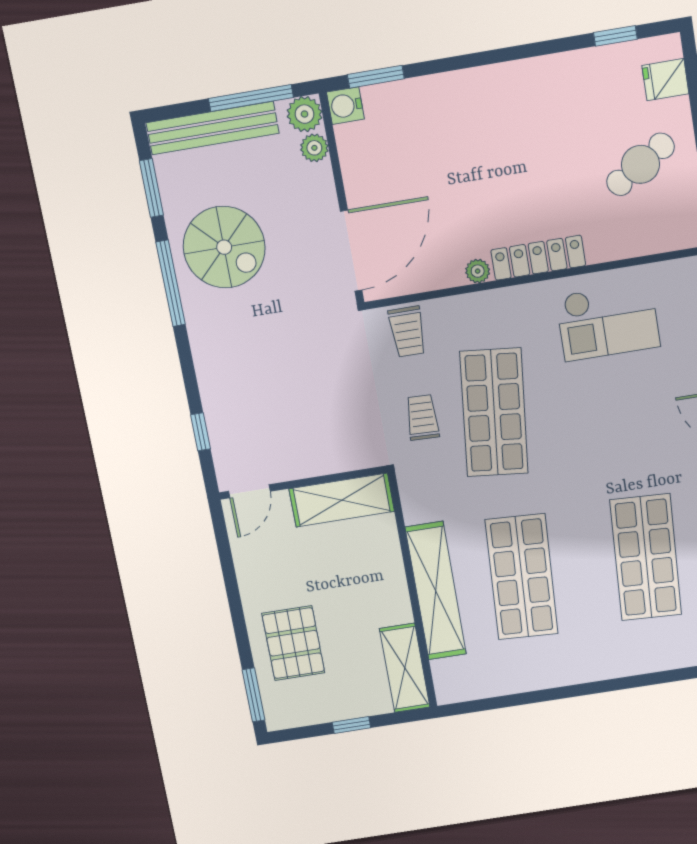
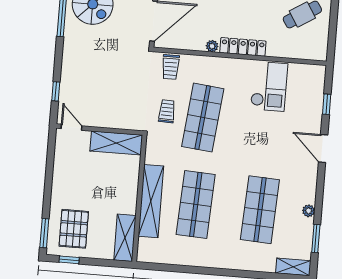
checkout: (608, 321) -> (269, 86), turned -90
door: (249, 491) -> (72, 127), swing flipped
pallet: (293, 643) -> (74, 229), moved
window: (351, 725) -> (69, 260), moved

